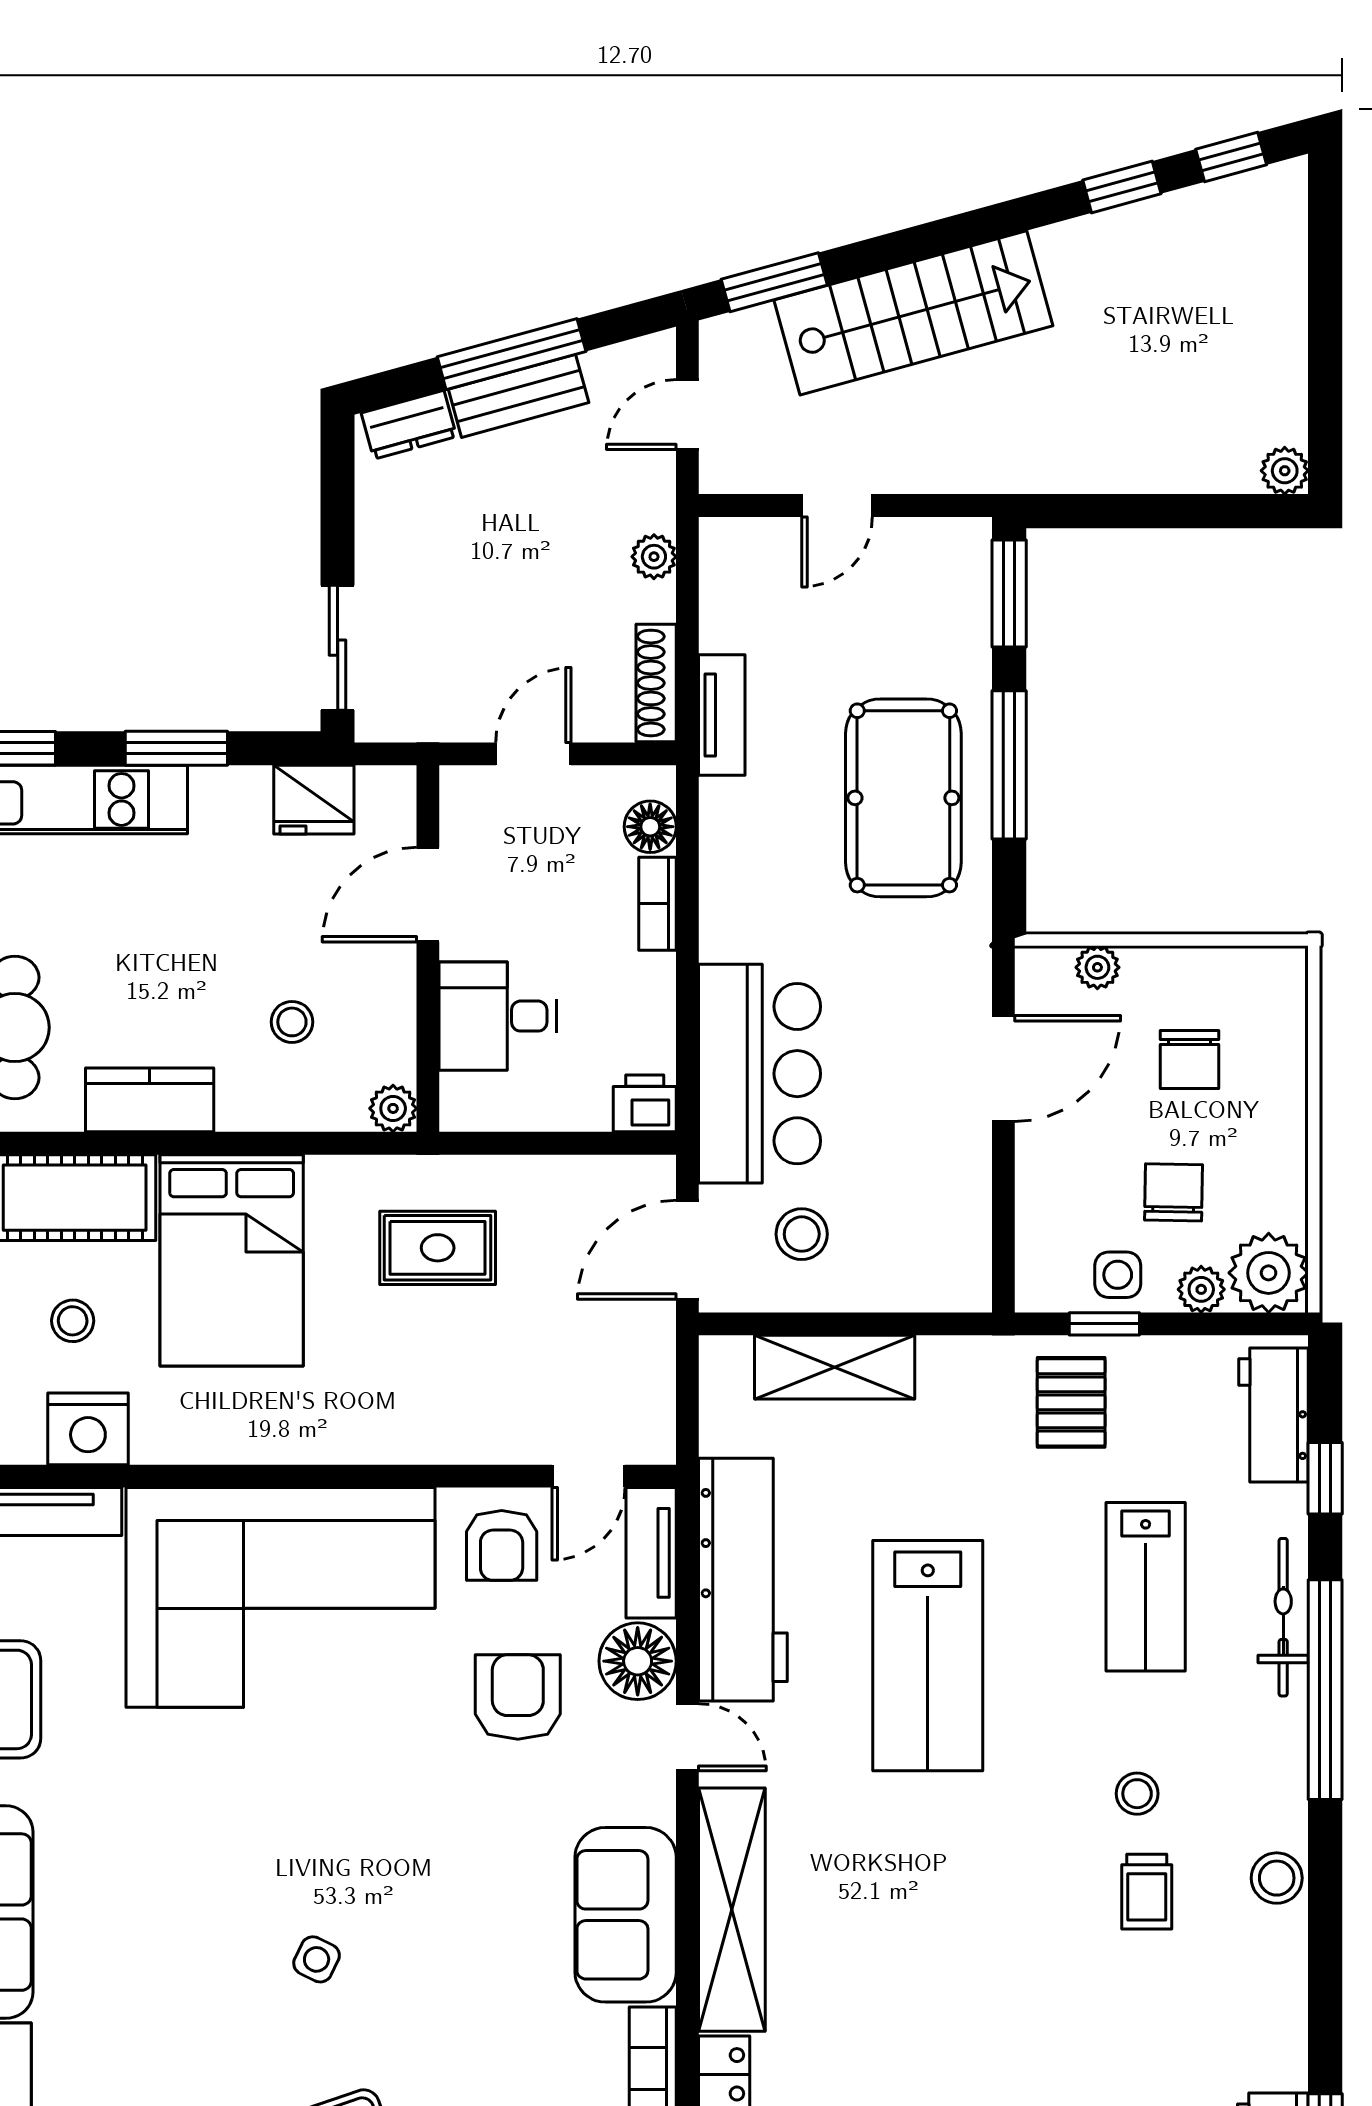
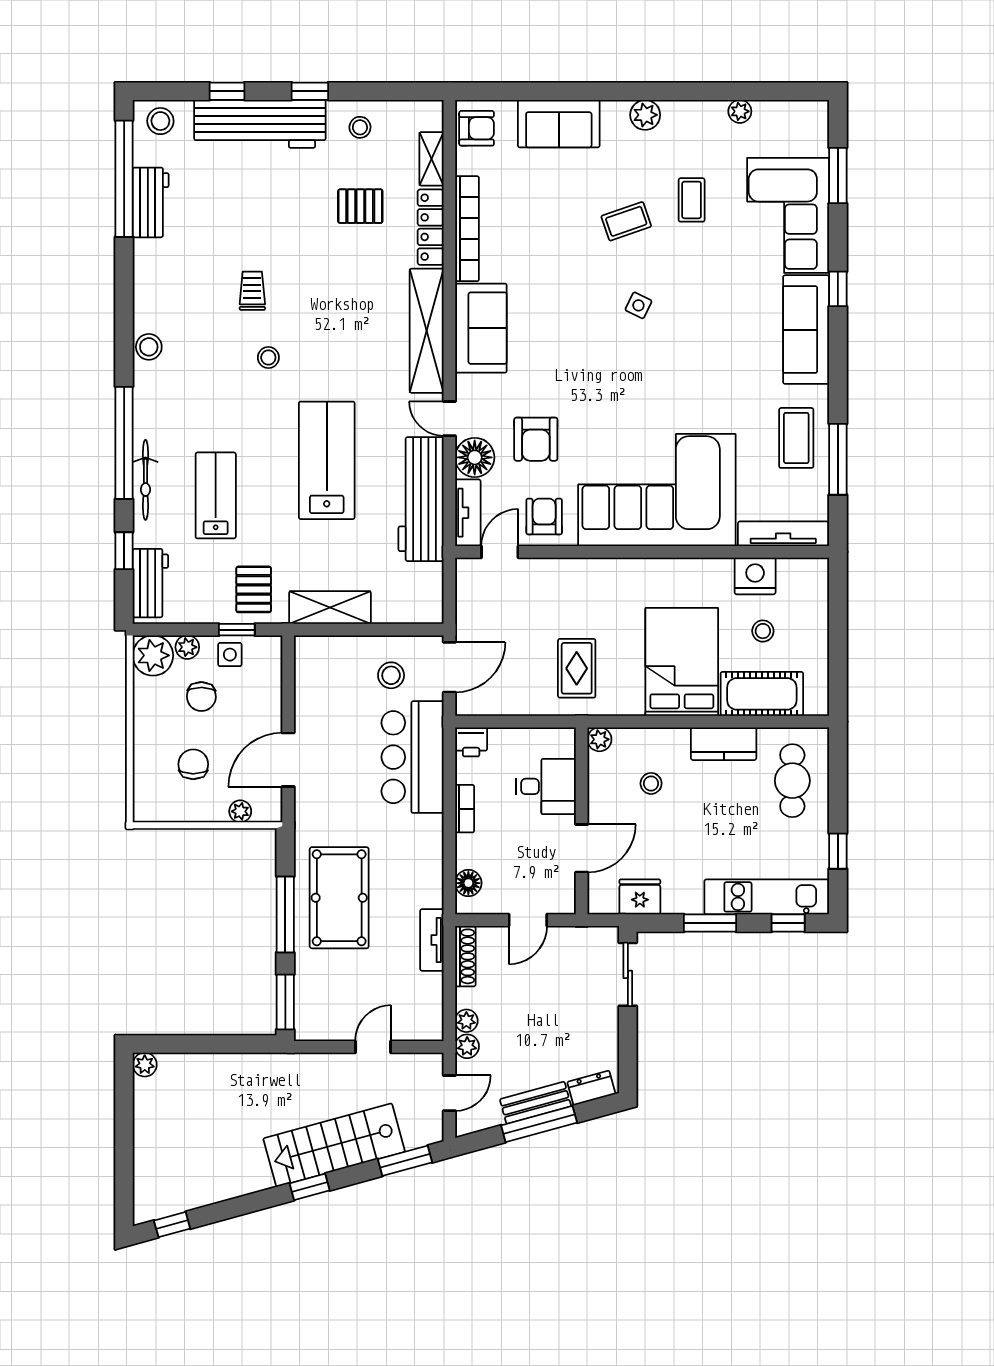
window: (1122, 187) -> (310, 1187), moved
plant: (653, 507) -> (467, 1046), added
bookcase: (657, 904) -> (465, 809), moved
rug: (438, 1248) -> (577, 668), turned 90
shelving: (835, 1367) -> (330, 607), moved
stool: (1137, 1794) -> (268, 358), moved
trolley: (1147, 1892) -> (252, 291), moved

